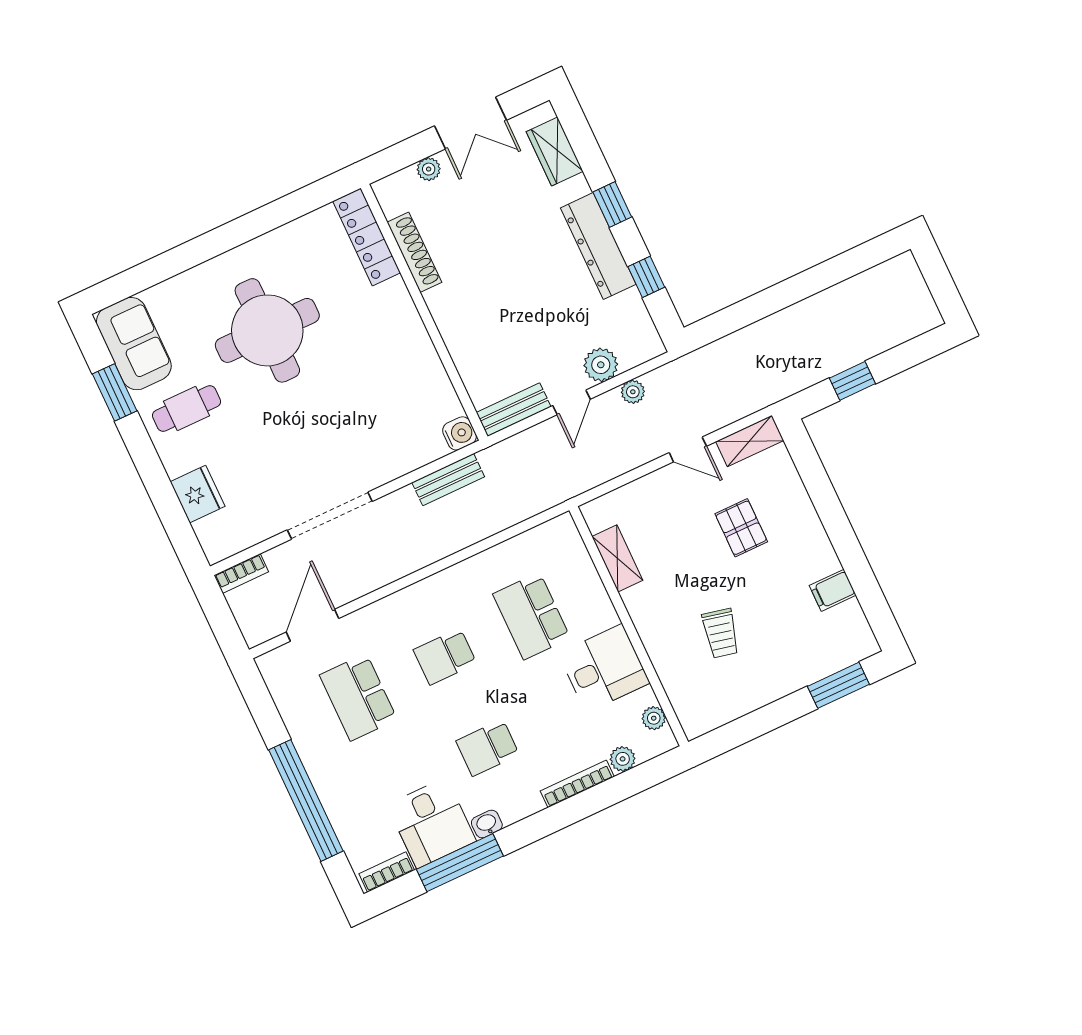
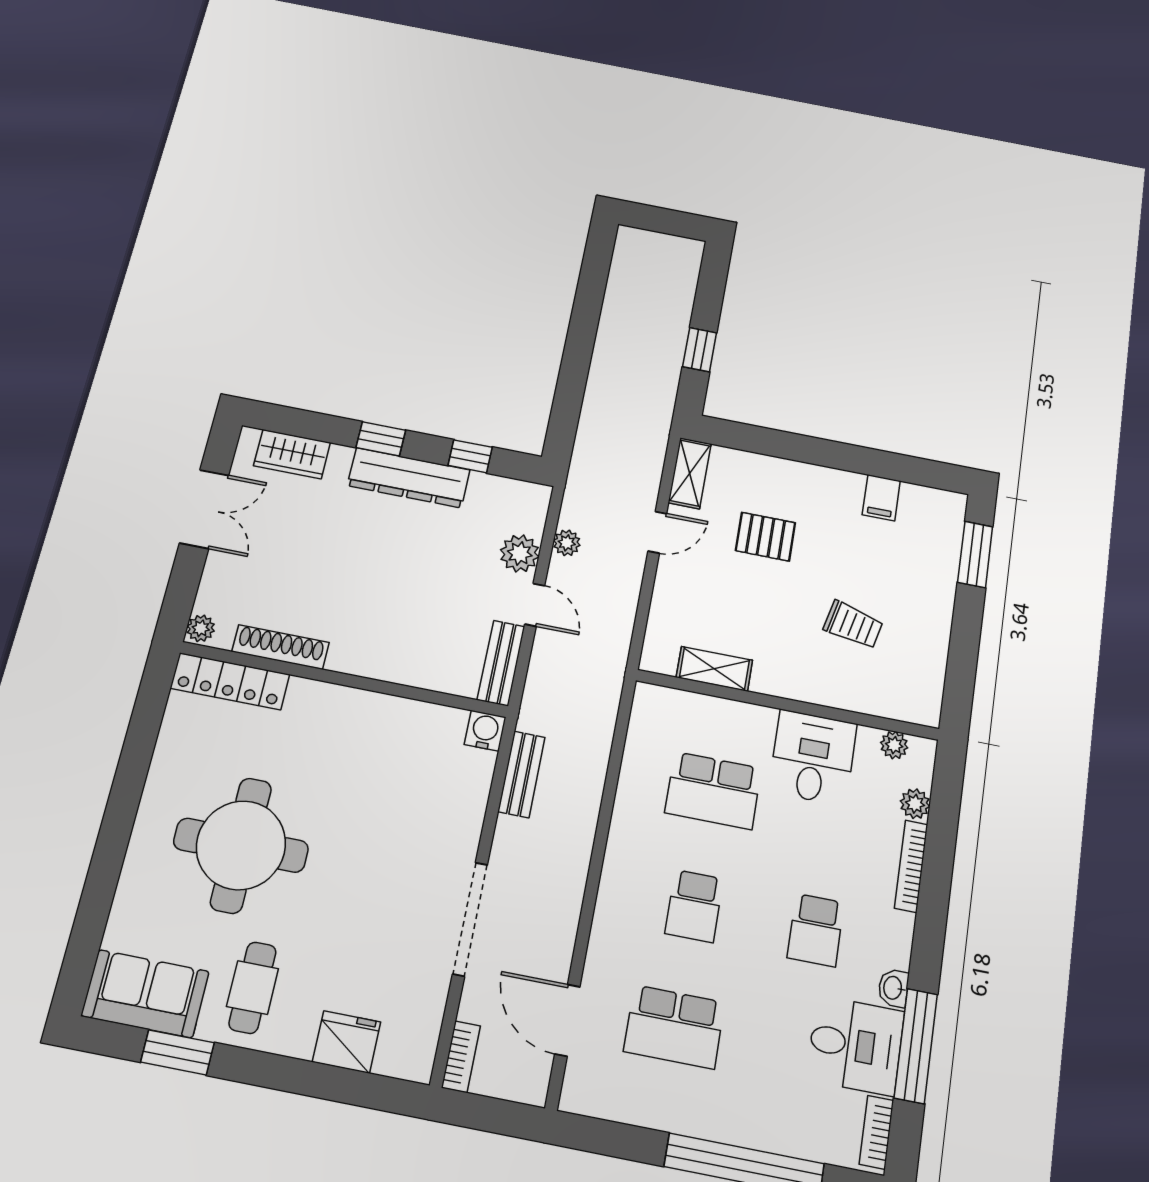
plant: (429, 169) -> (201, 628), moved

